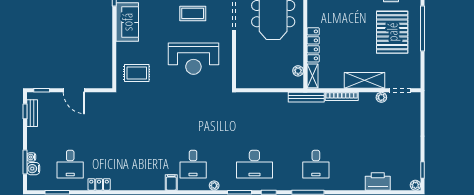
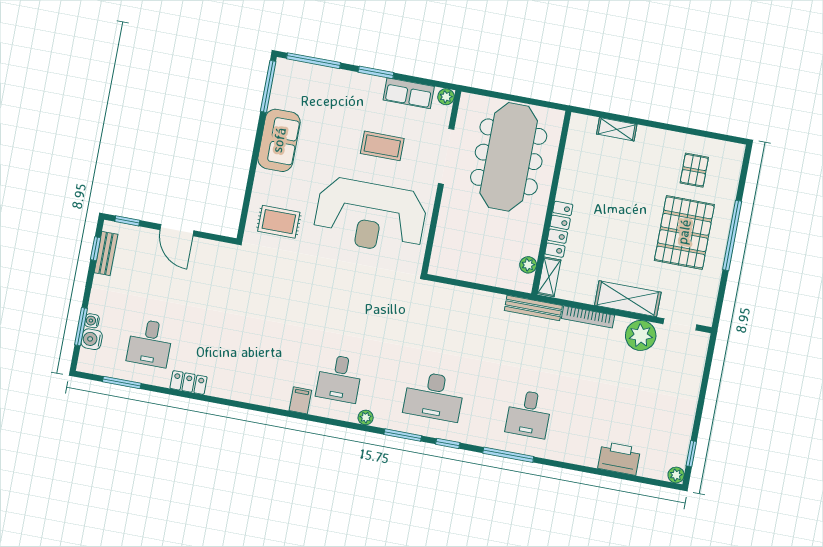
reception desk: (193, 59) -> (370, 216), width x1.36, depth x1.30
plant: (381, 97) -> (641, 335), width x1.88, depth x1.88

